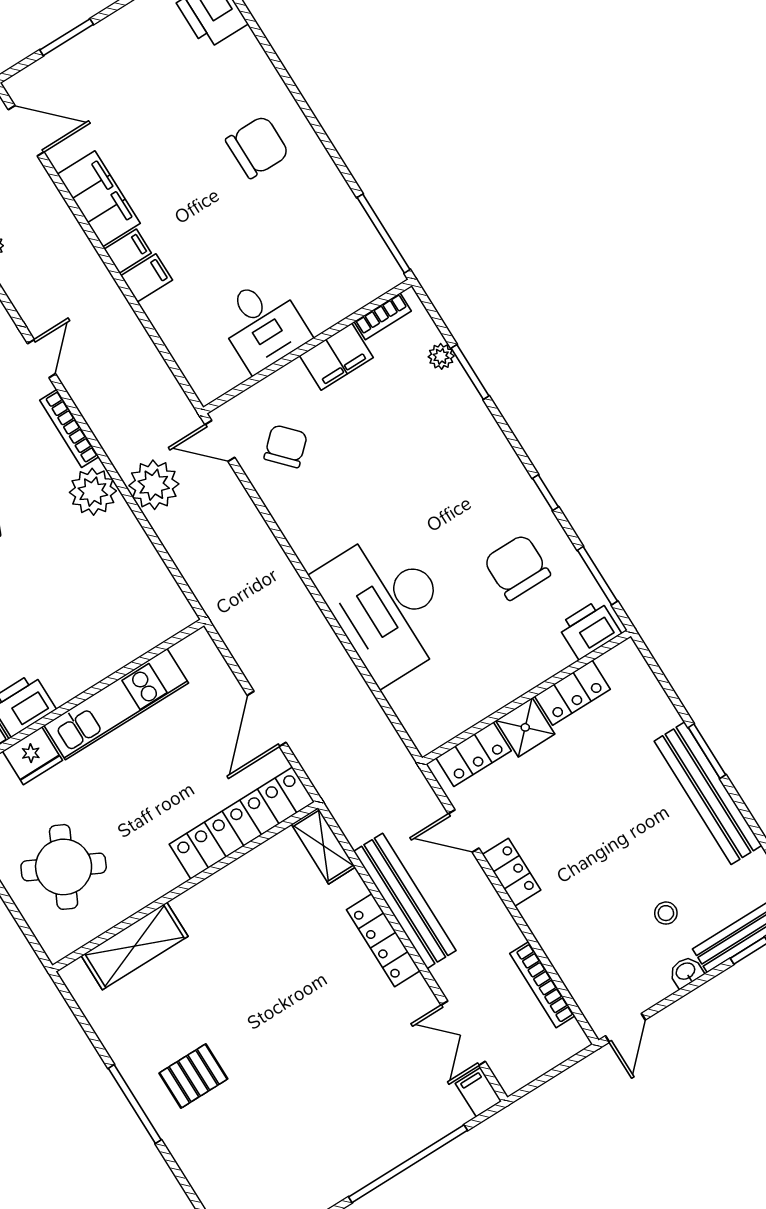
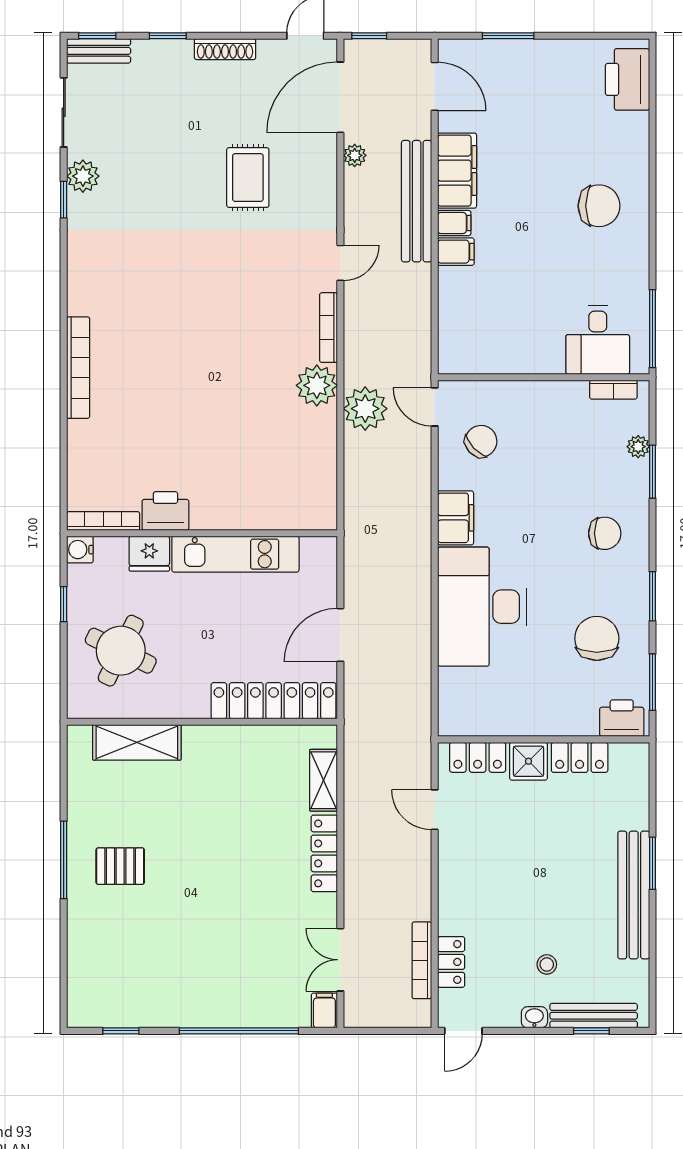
desk: (263, 324) -> (598, 340), moved
filing cabinet: (336, 357) -> (456, 518), moved, turned -90
chair: (461, 461) -> (605, 533), added
window: (545, 493) -> (652, 596), width x1.50
shelving: (323, 846) -> (324, 780), moved
locker: (512, 872) -> (451, 962), moved
bench: (405, 901) -> (417, 201), moved

